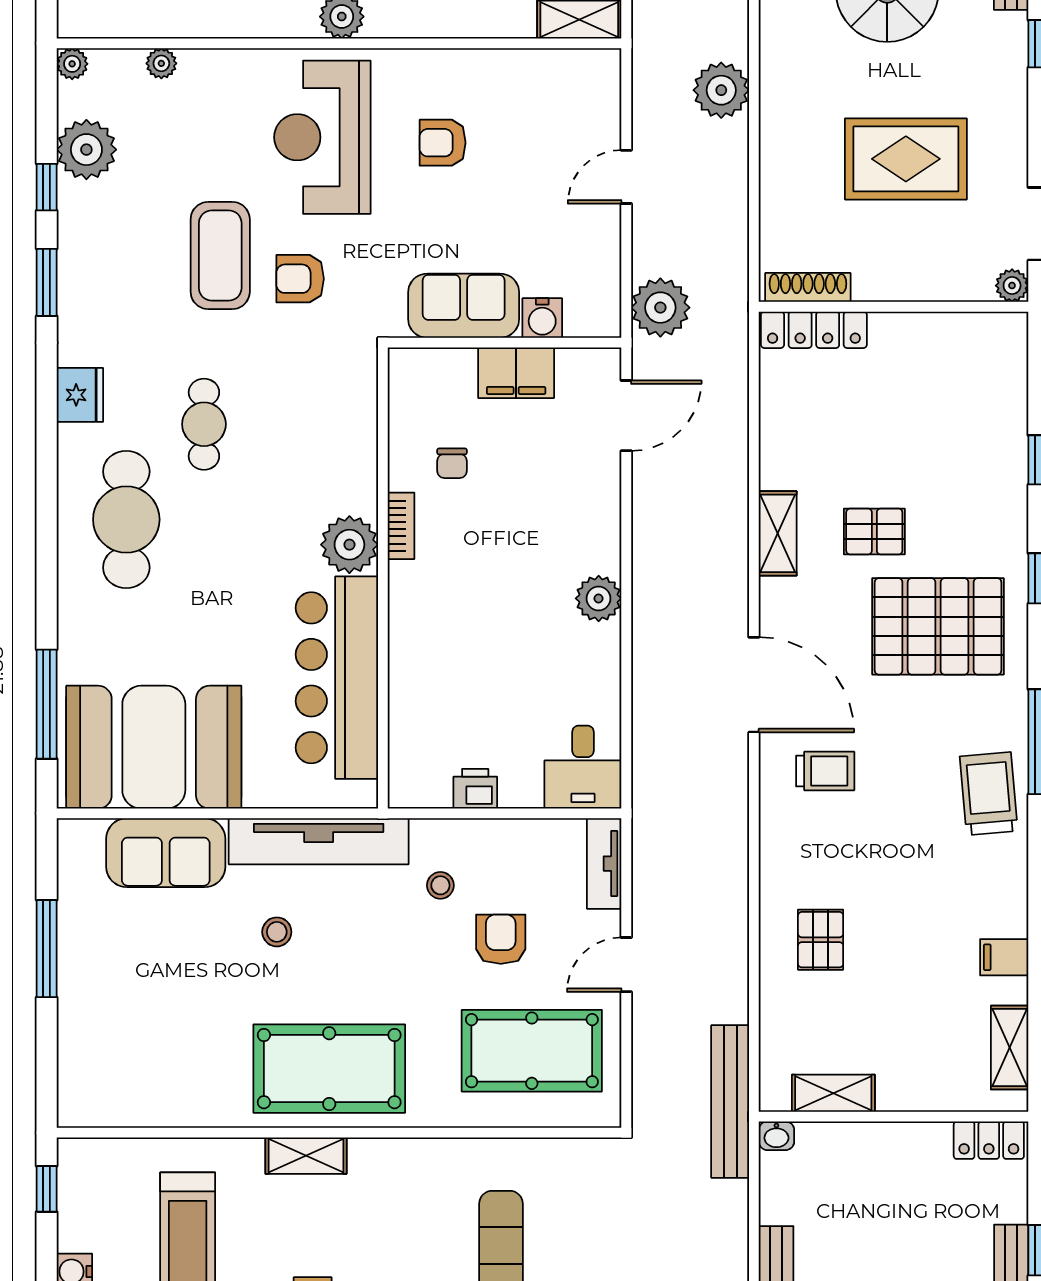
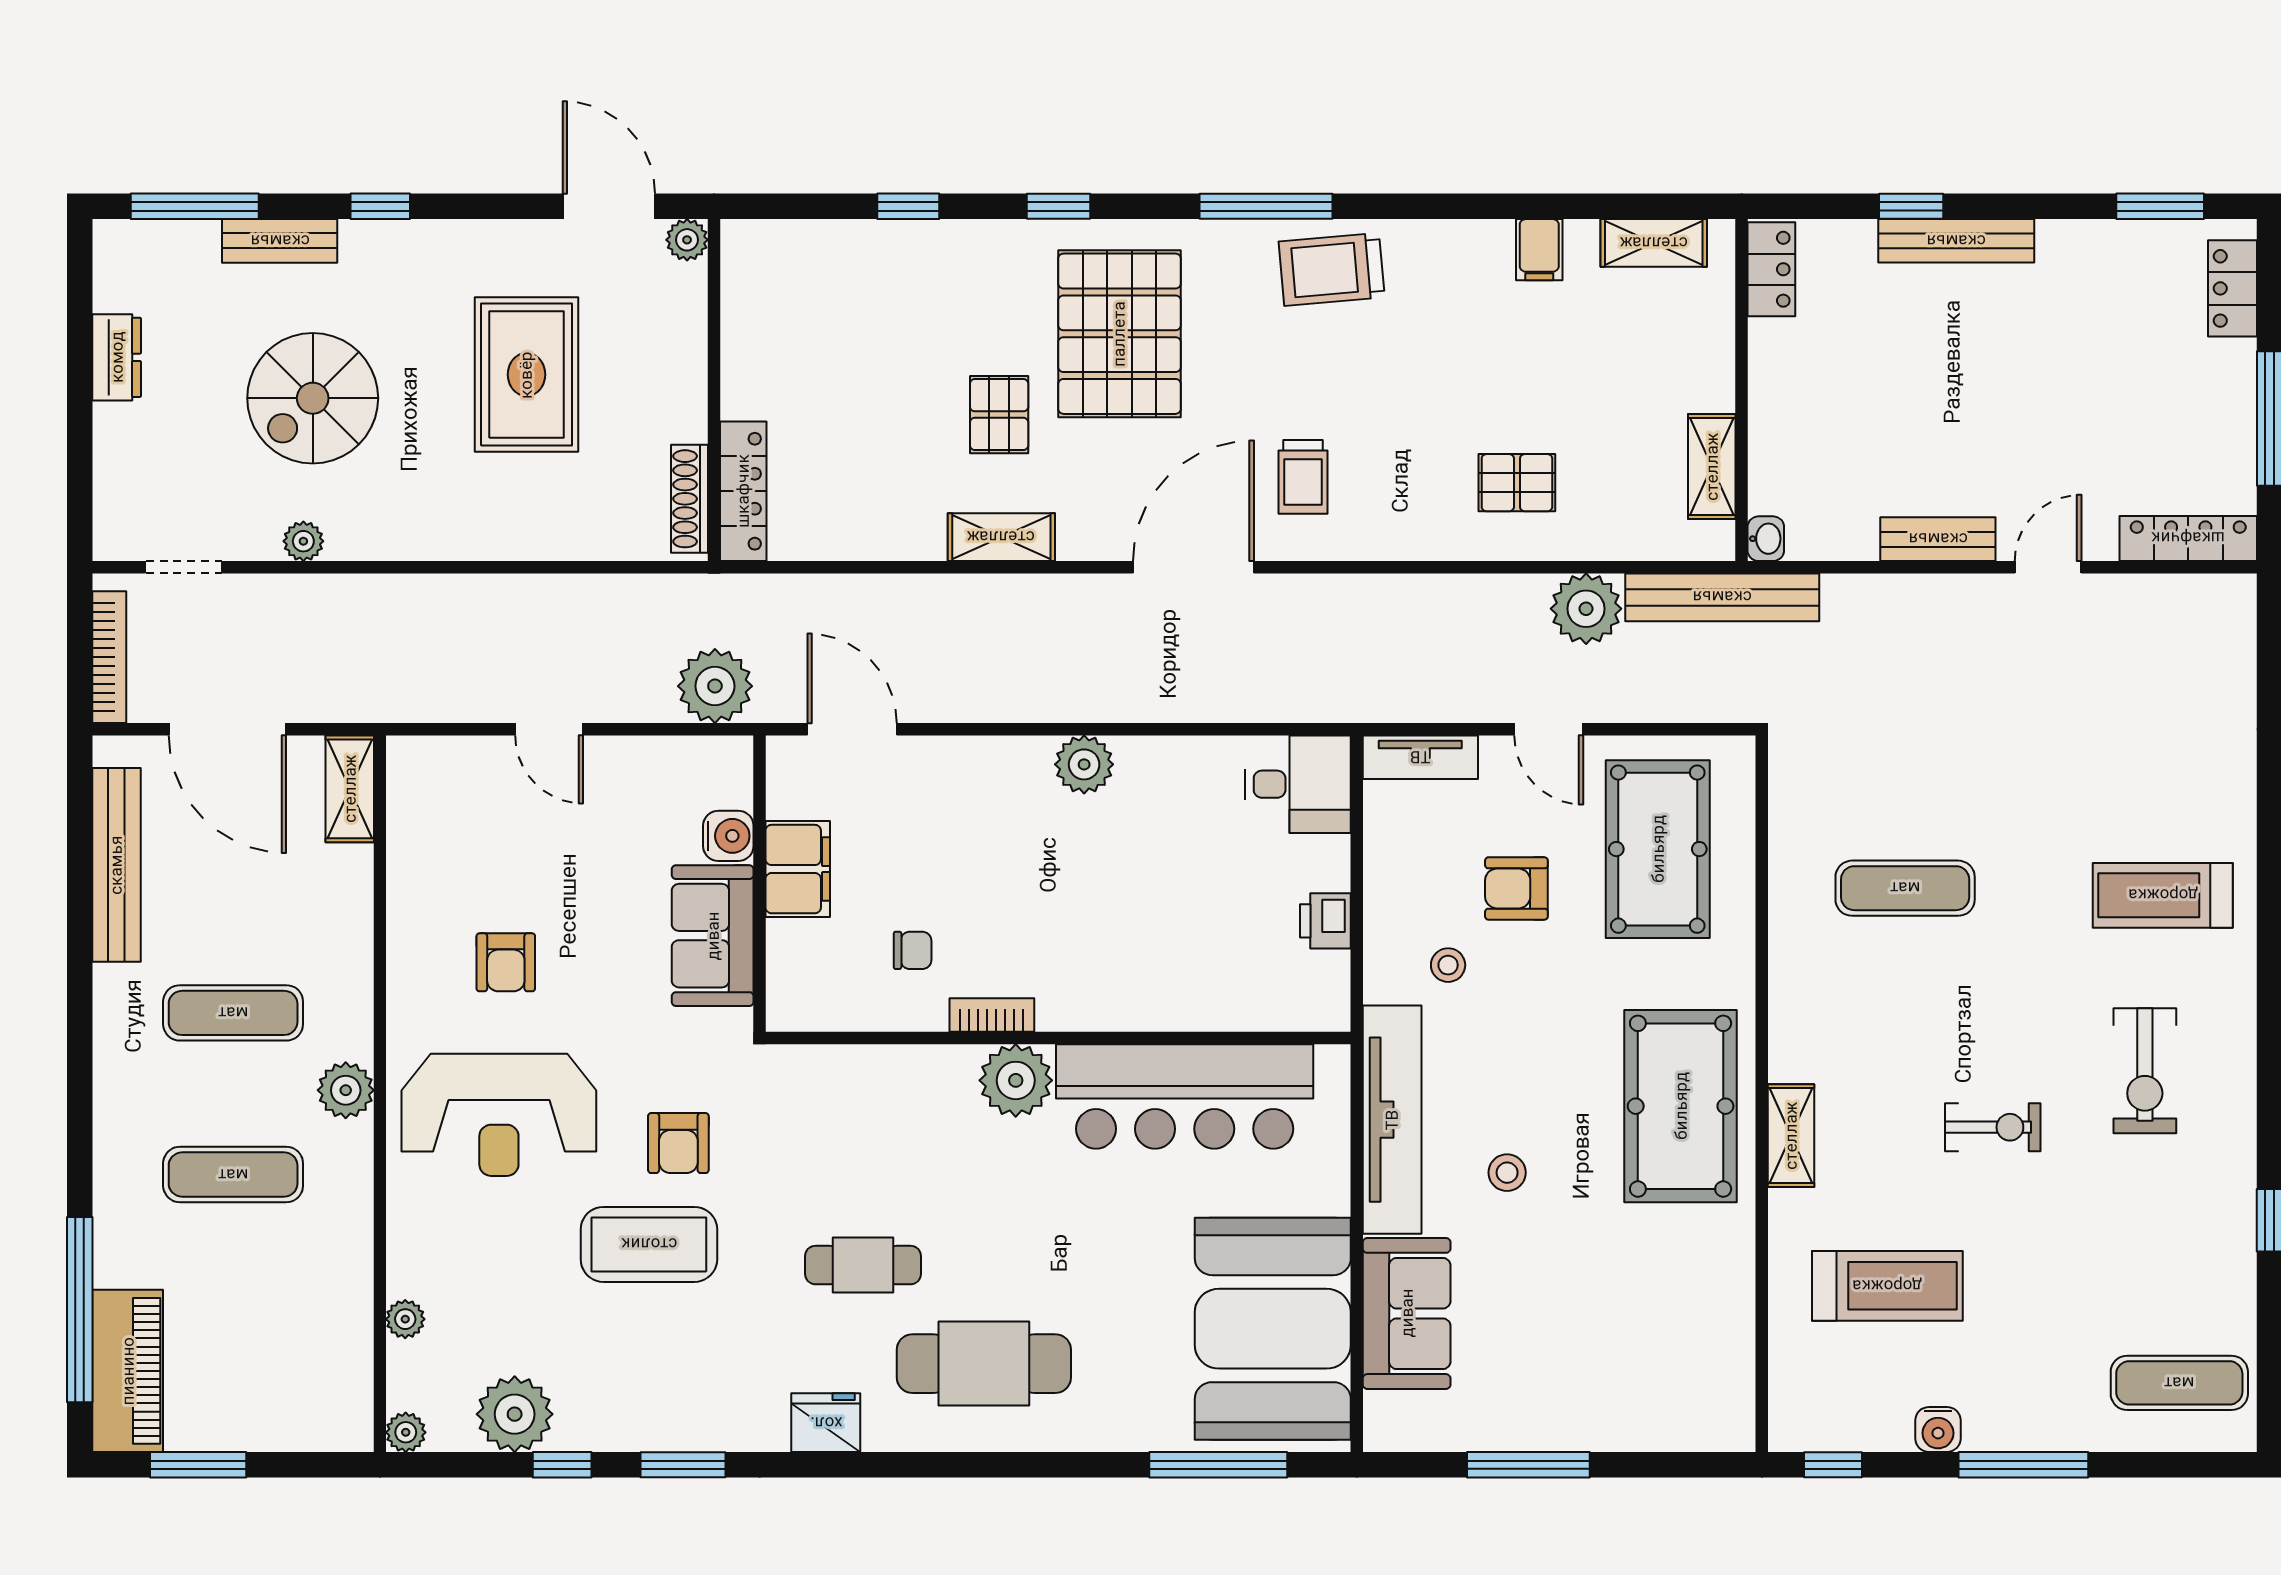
plant: (721, 90) -> (1586, 609), moved
trolley: (825, 771) -> (1303, 477), turned 180

